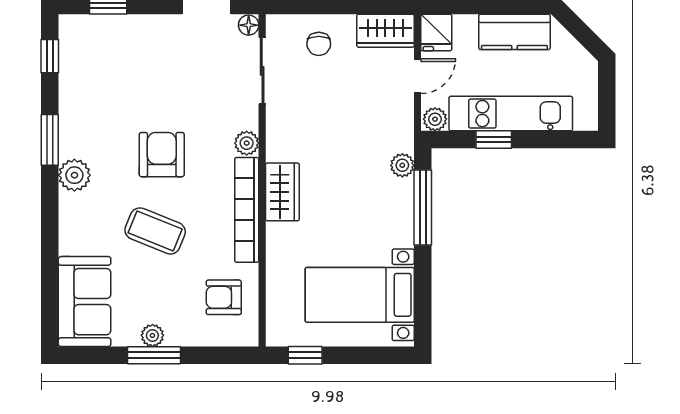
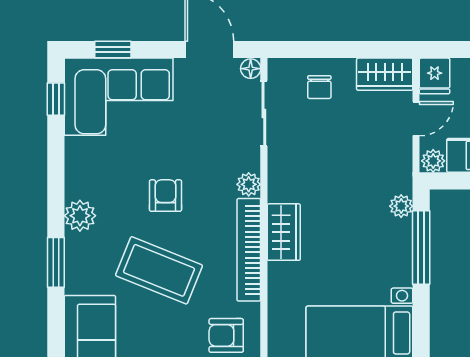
corner sofa: (114, 54) -> (119, 97), added
window: (50, 140) -> (56, 262), moved
armchair: (162, 155) -> (165, 196), width x0.72, depth x0.72
coffee table: (155, 231) -> (159, 270), width x1.36, depth x1.32

